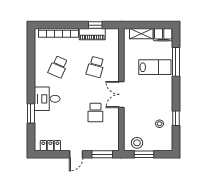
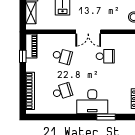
piano: (92, 34) -> (31, 46), moved
school desk: (58, 67) -> (62, 91), turned -42
desk: (47, 99) -> (92, 102), width x1.37

